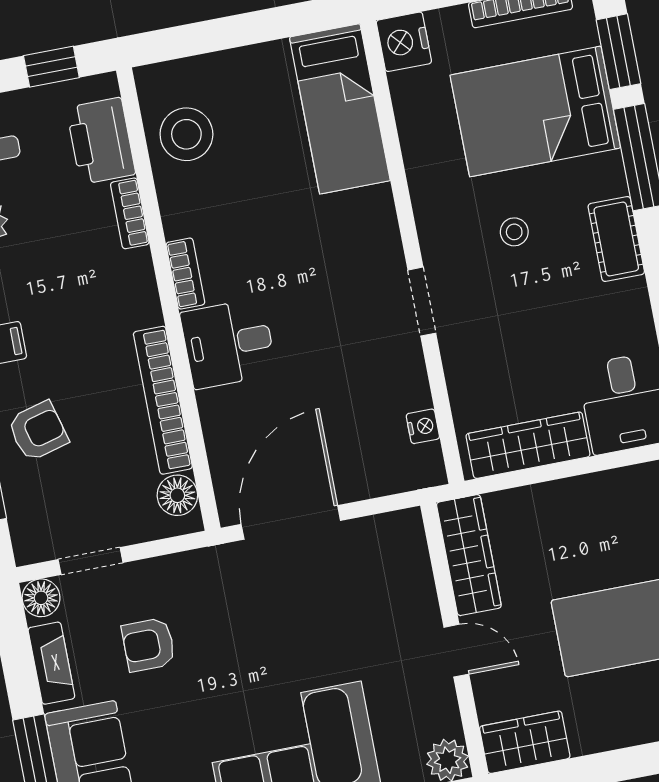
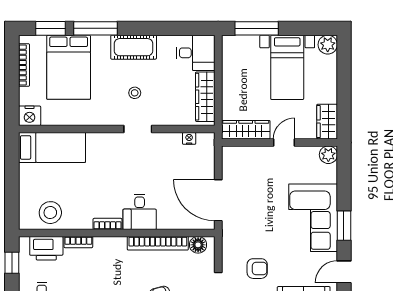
stool: (514, 232) -> (135, 93), moved
cot: (616, 239) -> (134, 47), width x1.37, depth x1.34
armchair: (149, 645) -> (257, 269), turned -90

